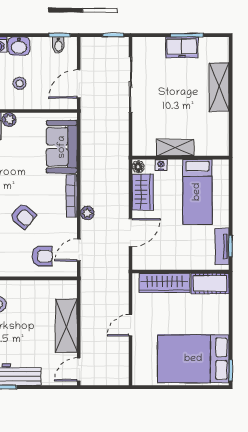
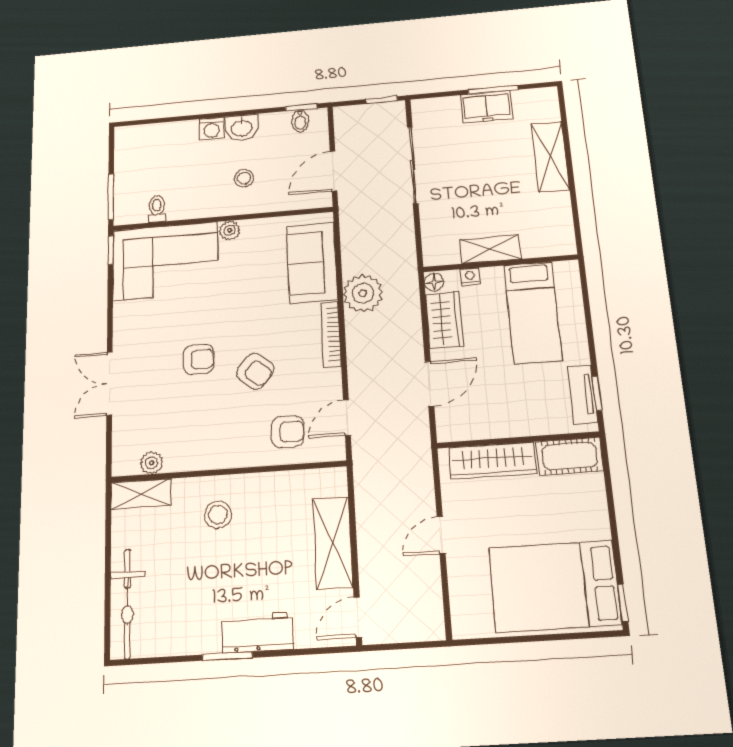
plant: (87, 213) -> (363, 293), moved, width x1.88, depth x1.88

